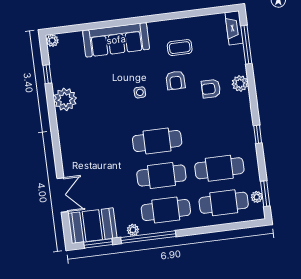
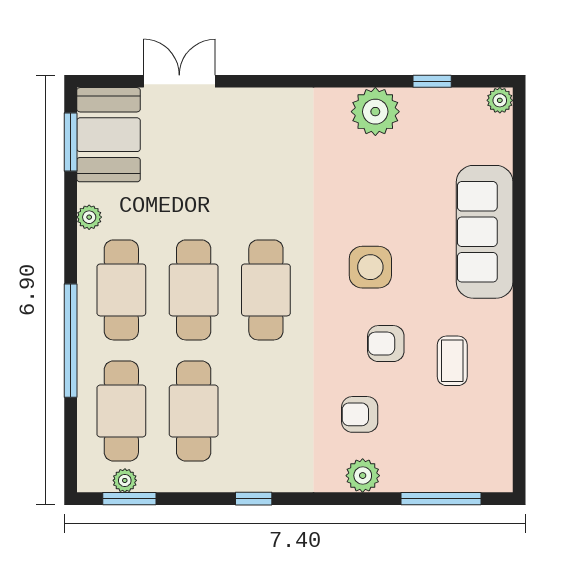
fireplace: (234, 28) -> (479, 478), removed
armchair: (211, 89) -> (360, 414), turned -90
side table: (140, 92) -> (370, 267), width x1.87, depth x1.87
double door: (62, 195) -> (179, 81), swing flipped
window: (148, 237) -> (71, 341), moved

